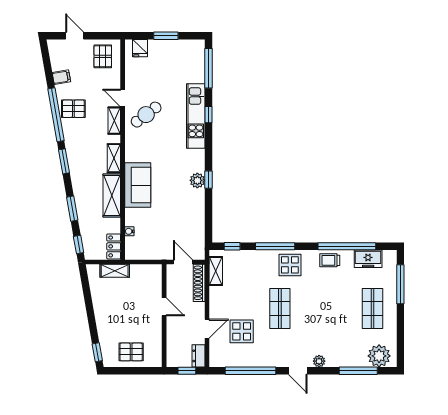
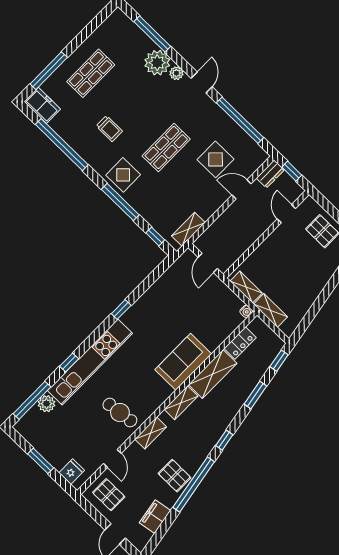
pallet: (103, 56) -> (109, 495), turned 90
filing cabinet: (61, 77) -> (155, 517), width x2.00
door: (123, 98) -> (112, 458), moved
cafe table: (146, 115) -> (120, 413), turned 30
kitchen unit: (196, 116) -> (90, 362), width x1.36
window: (64, 161) -> (224, 440), width x0.67
plant: (197, 180) -> (46, 404), moved
water cooler: (129, 231) -> (246, 311), moved
locker: (114, 246) -> (240, 343), moved
freezer: (368, 259) -> (42, 105), moved
trolley: (330, 260) -> (109, 129), moved
shelving: (144, 270) -> (246, 287), added
shoe rack: (199, 283) -> (211, 233), removed
door: (164, 307) -> (286, 214), moved
plant: (379, 356) -> (157, 63), moved

